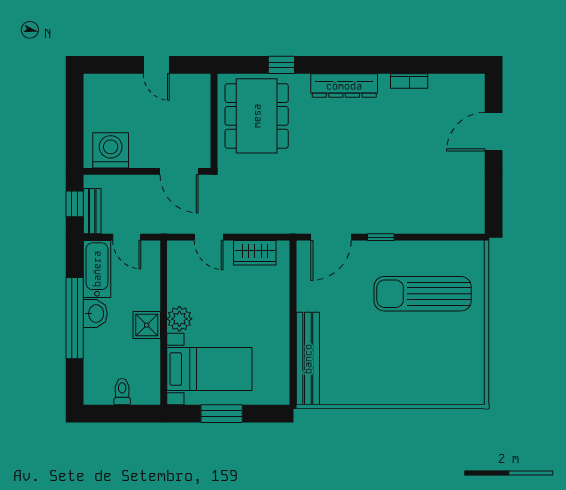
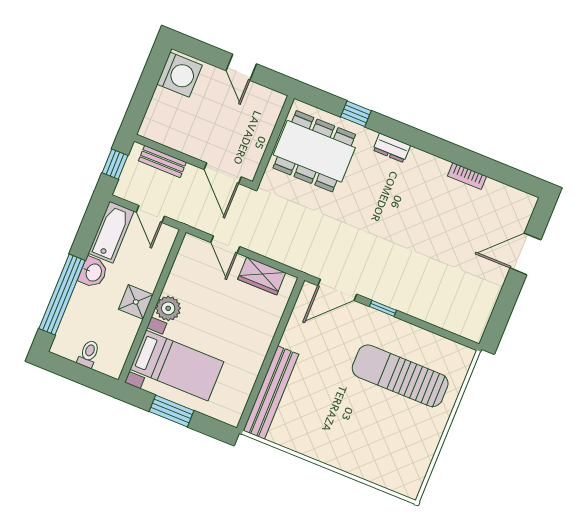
dresser: (344, 86) -> (392, 148), width x0.51, depth x0.80
dining table: (257, 116) -> (314, 151), turned 90
washing machine: (111, 150) -> (180, 75), moved, turned 90
bench: (92, 211) -> (162, 162), moved, turned 90
window: (75, 318) -> (62, 295), moved

